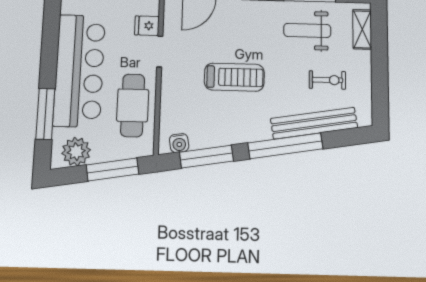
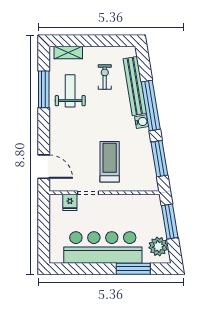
weight bench: (307, 30) -> (70, 91), turned 180
treadmill: (234, 77) -> (110, 162), moved
cafe table: (133, 105) -> (126, 210), removed
water cooler: (179, 143) -> (142, 122), moved

